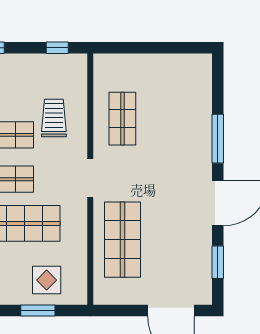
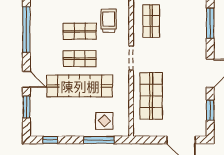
window: (218, 139) -> (210, 23), moved
window: (38, 311) -> (99, 140), width x1.44

